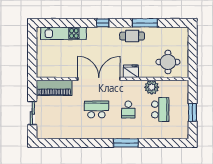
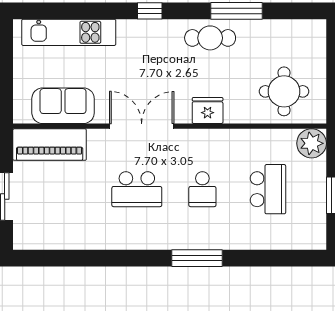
sofa: (61, 69) -> (63, 106), added
double door: (99, 79) -> (142, 126), width x0.73
plant: (152, 87) -> (312, 143), moved
school desk: (96, 109) -> (137, 189), turned 180

